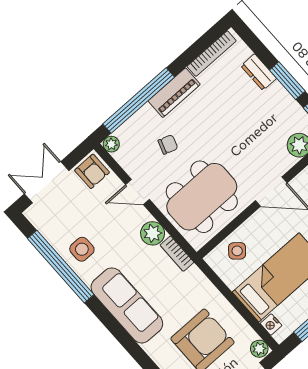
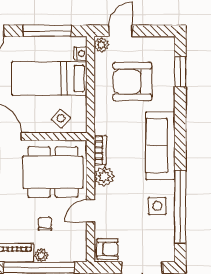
plant: (111, 144) -> (41, 255), moved
chair: (168, 145) -> (45, 224), turned 71
armchair: (92, 171) -> (108, 249), turned 90
door: (137, 192) -> (91, 211), swing flipped

